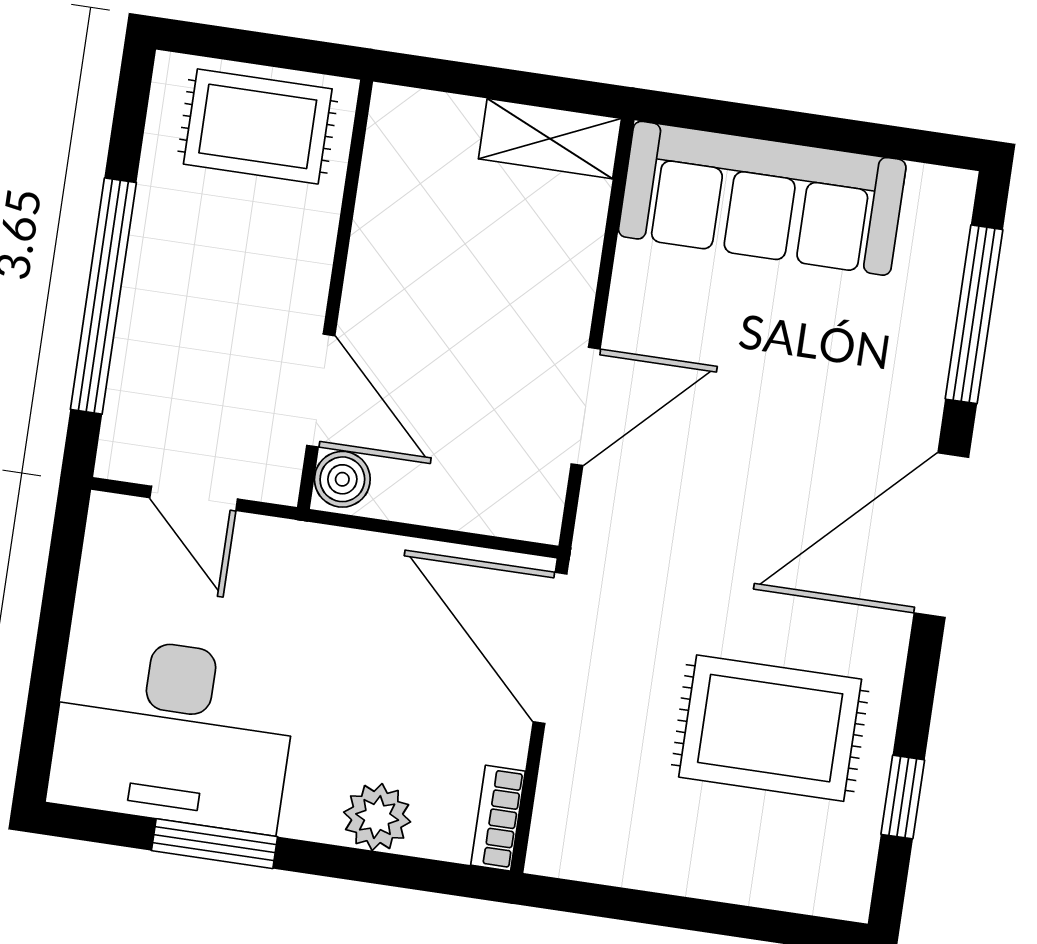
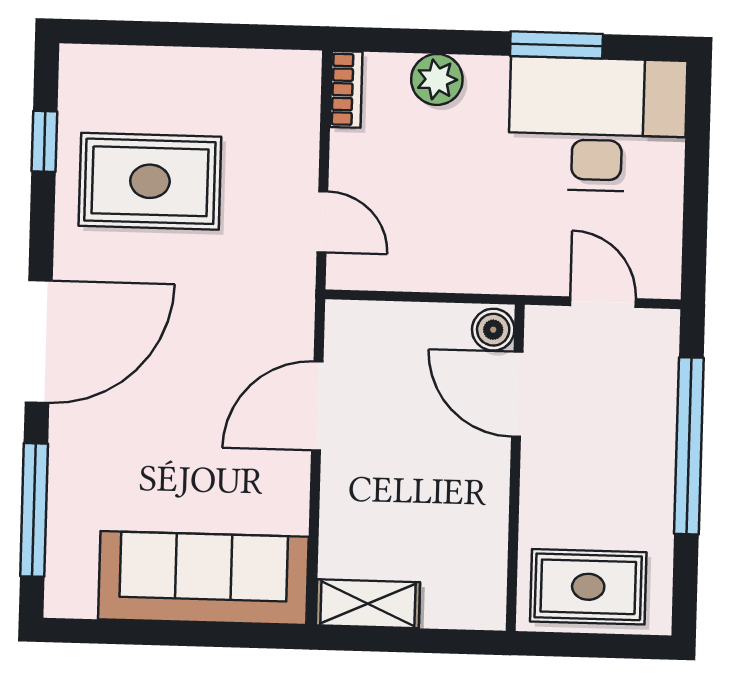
door: (550, 648) -> (322, 222), width x0.53

